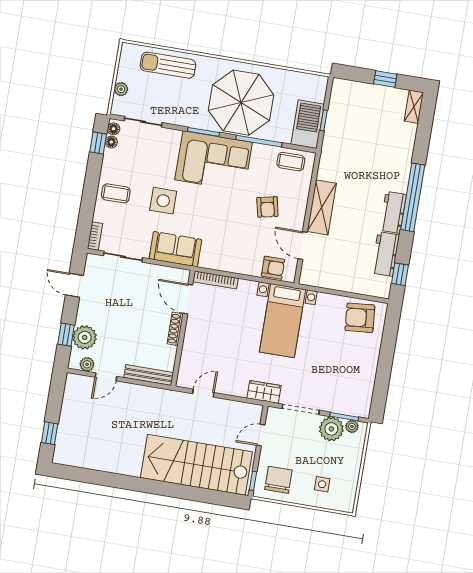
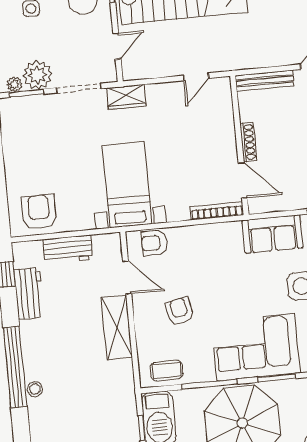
stool: (402, 175) -> (35, 389), added
workbench: (393, 212) -> (68, 249), moved, turned 90
armchair: (360, 318) -> (39, 212), turned -85

